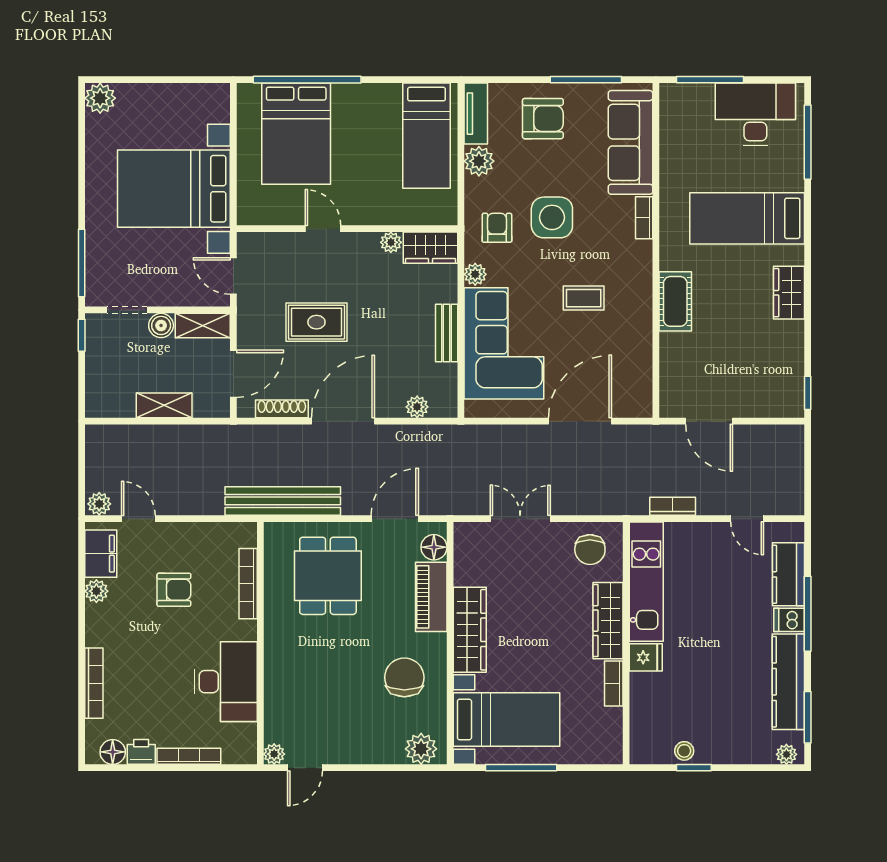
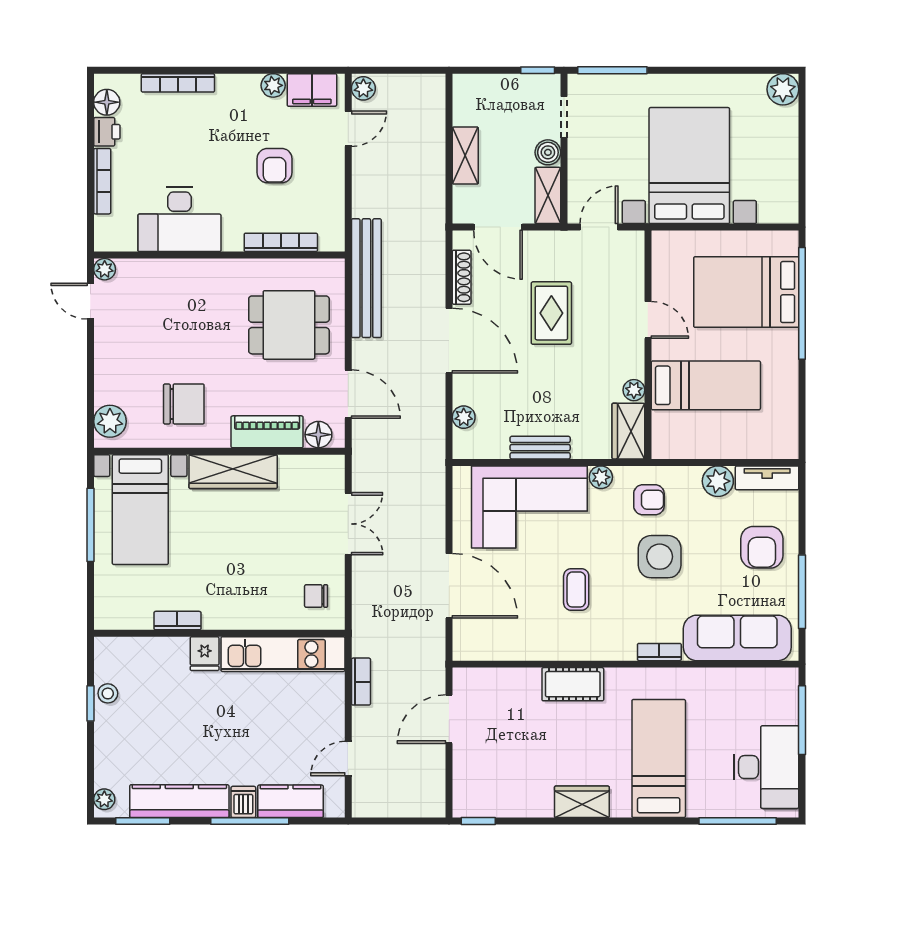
bed: (427, 136) -> (706, 385), moved, turned 180
door: (323, 229) -> (648, 320), hinge flipped
chair: (590, 550) -> (316, 596), width x0.73, depth x0.73
wardrobe: (608, 621) -> (243, 615), removed

